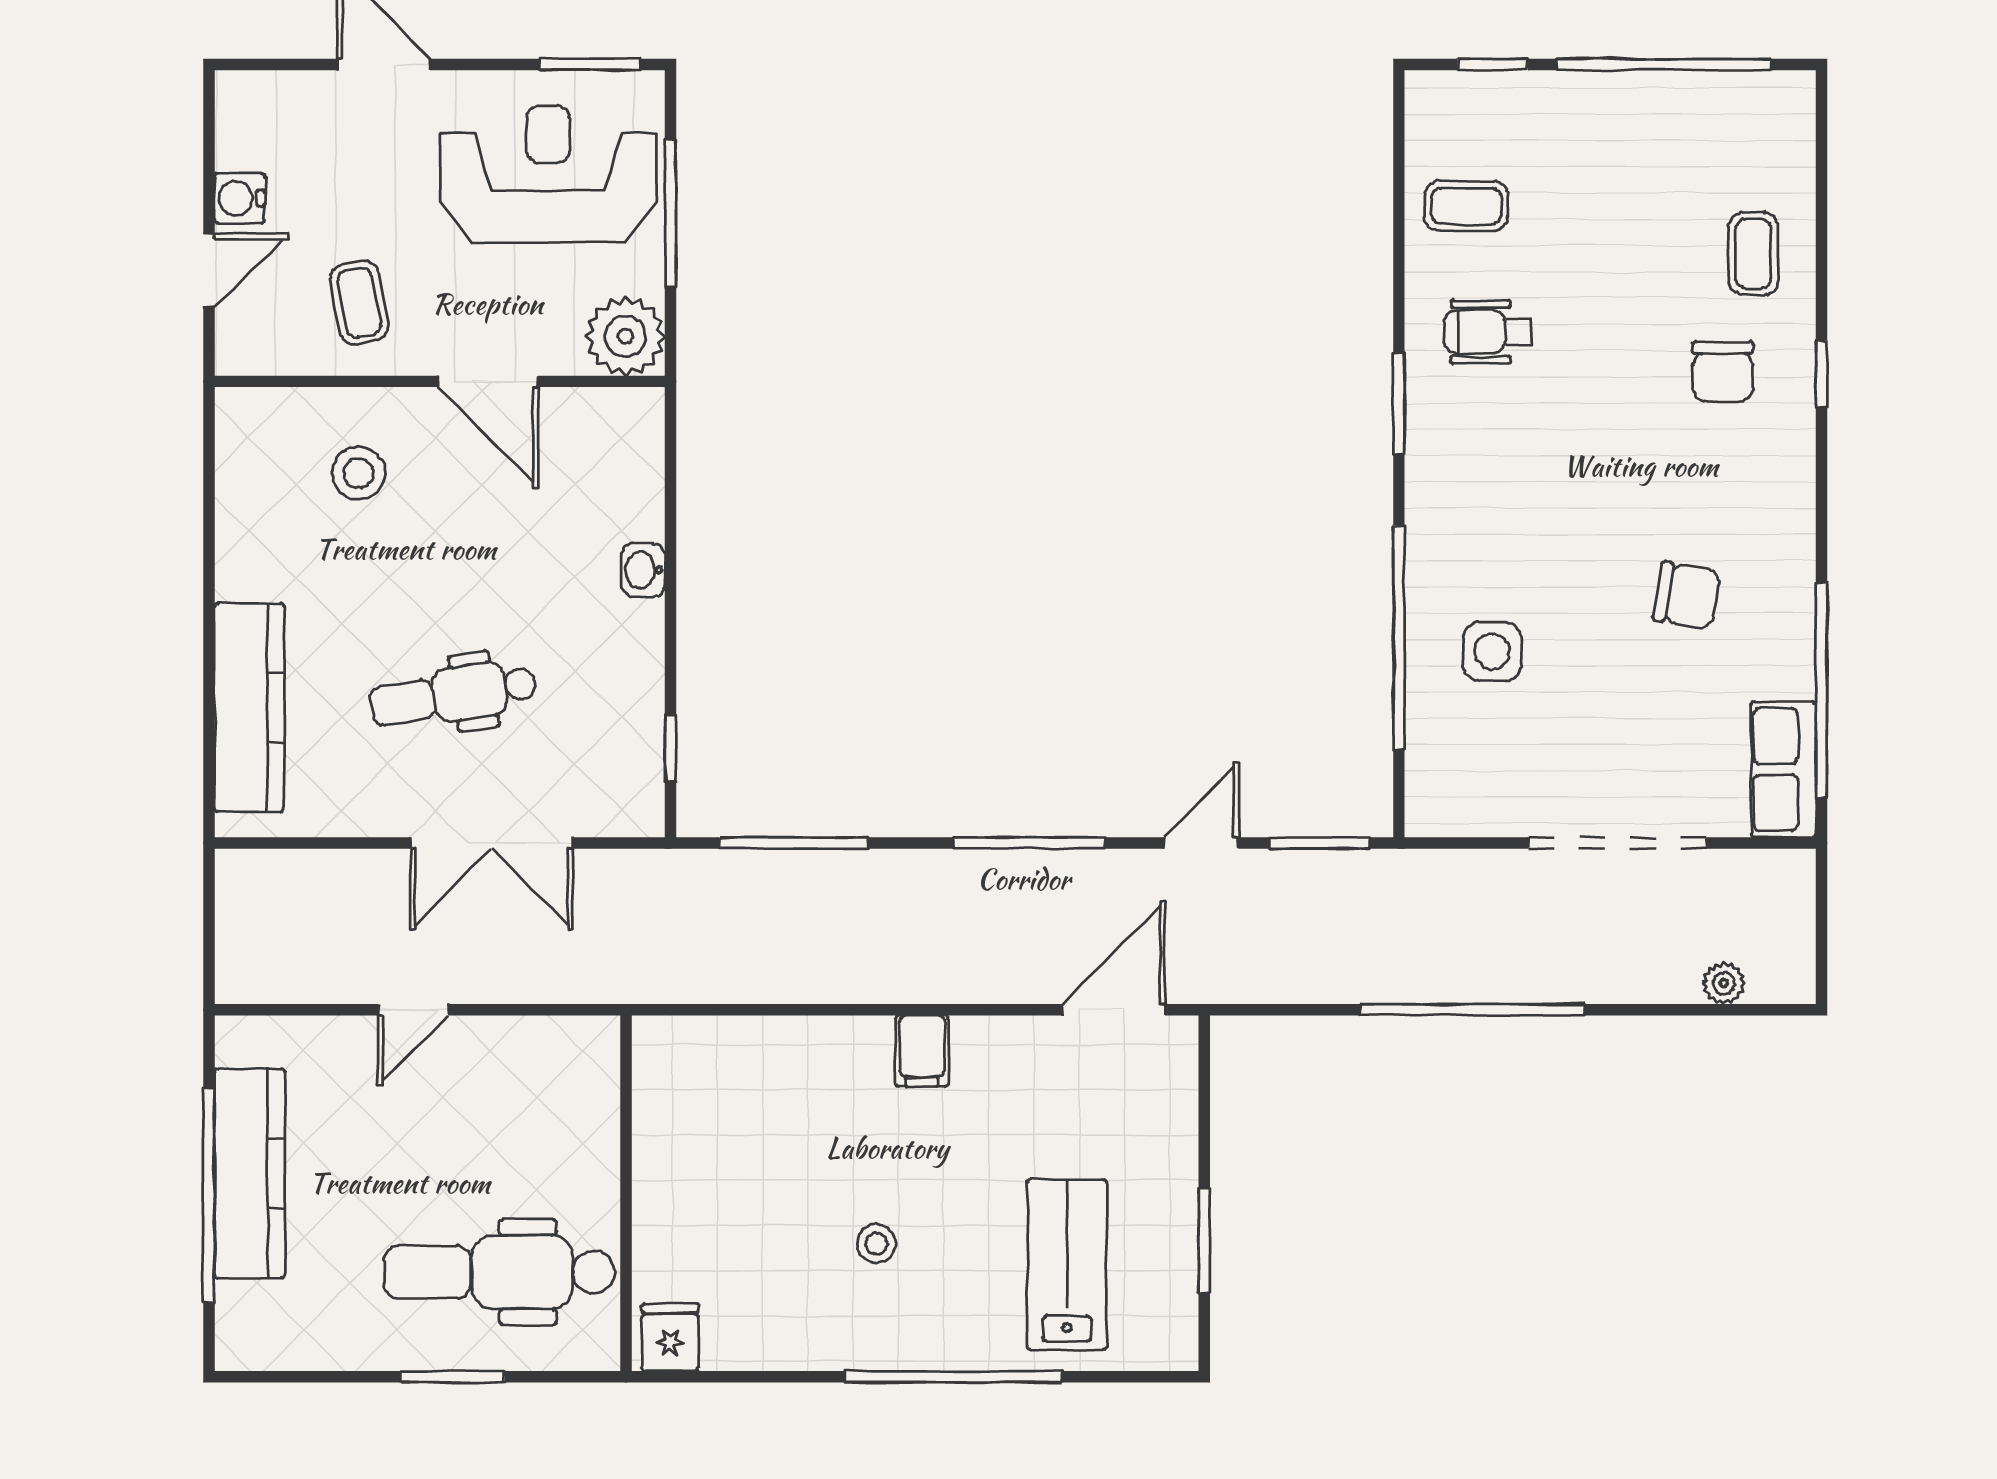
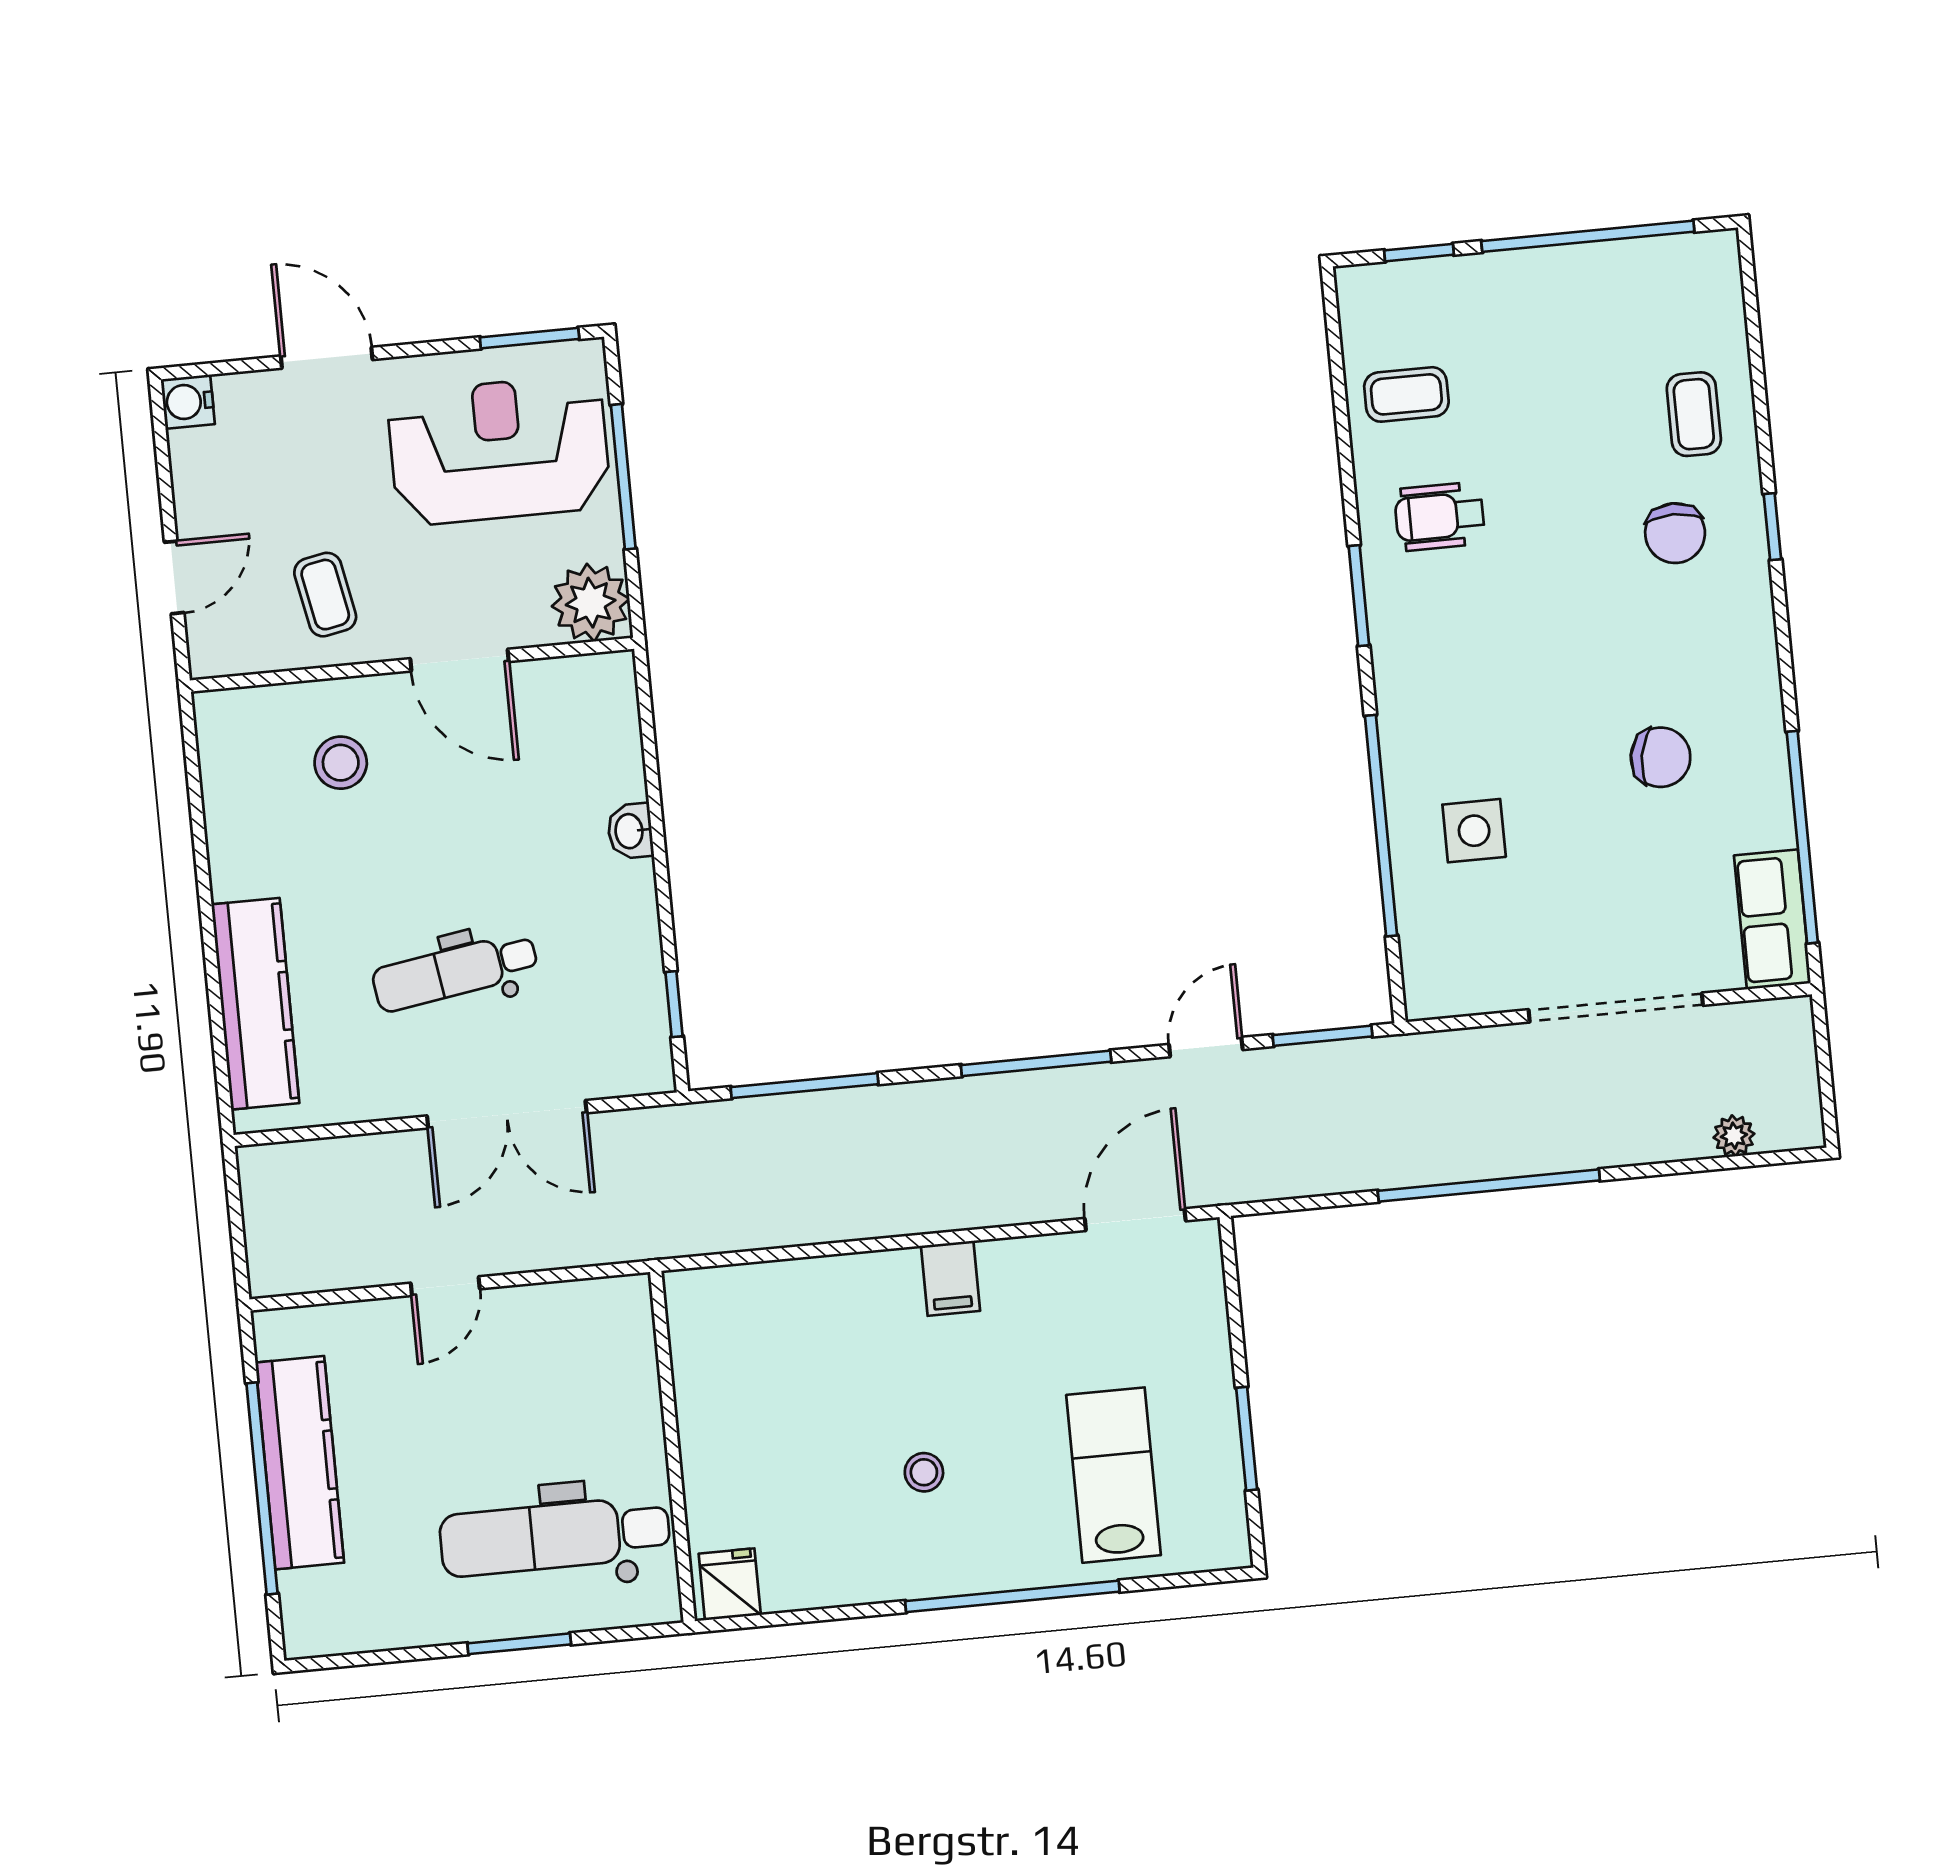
water cooler: (240, 198) -> (188, 402), moved

